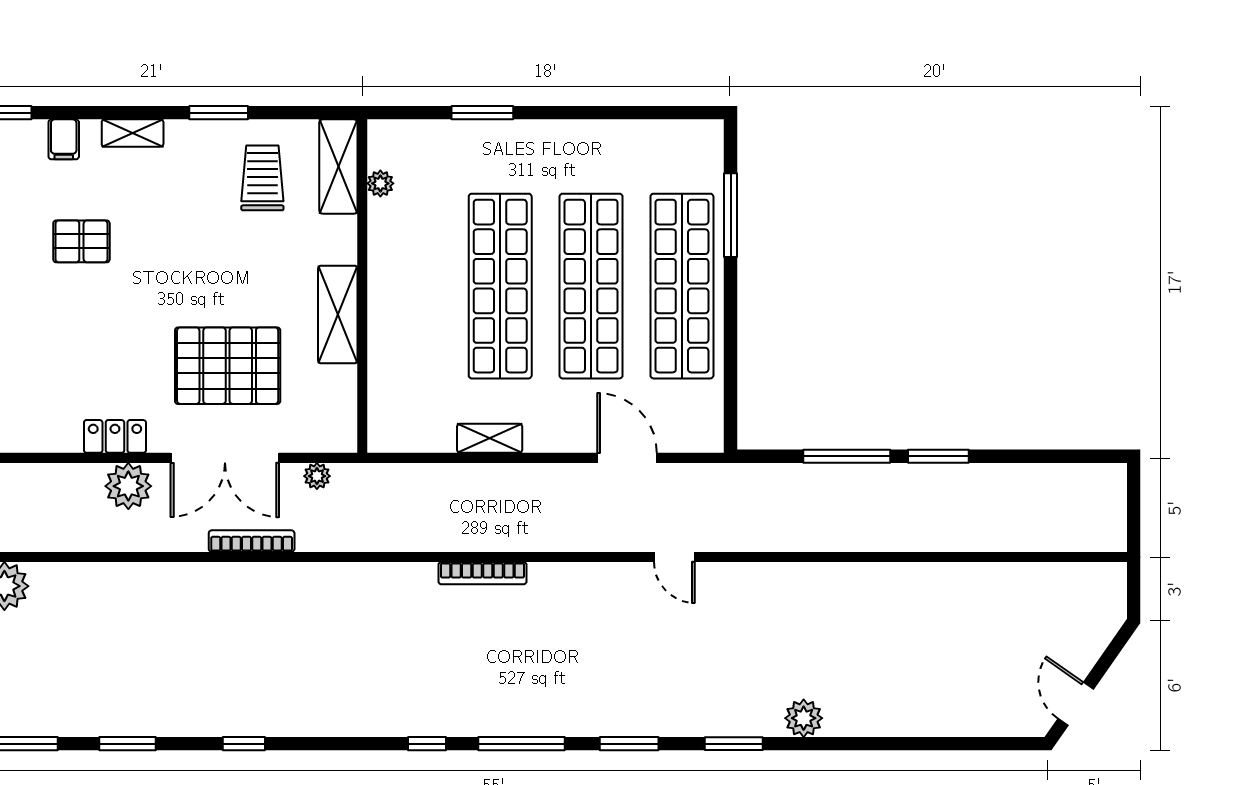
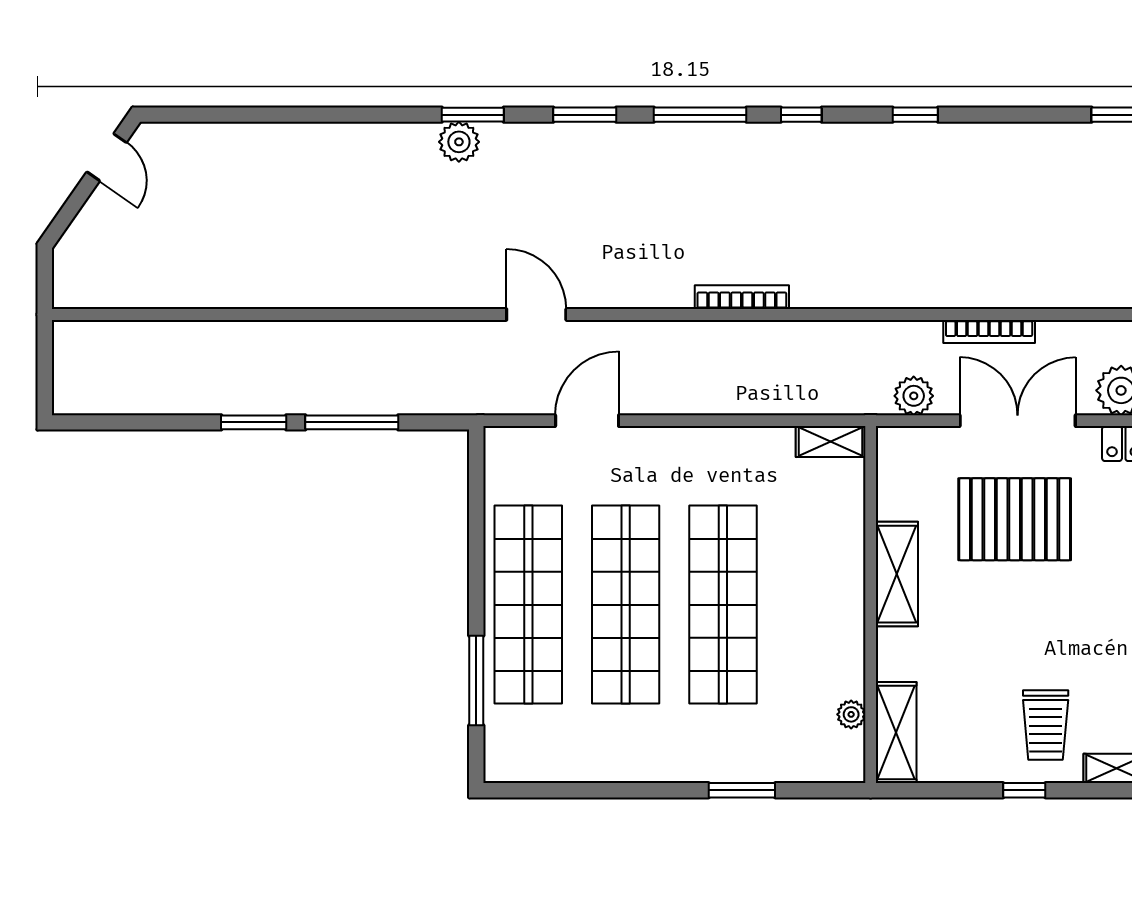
window: (219, 113) -> (1024, 790), width x0.67
trolley: (262, 178) -> (1046, 725), moved
shelving: (490, 438) -> (831, 442), moved
door: (627, 458) -> (587, 421), swing flipped
plant: (317, 476) -> (914, 396), width x1.38, depth x1.38
door: (674, 557) -> (536, 315), width x1.38
plant: (804, 718) -> (459, 142), moved
window: (244, 744) -> (915, 115), moved

